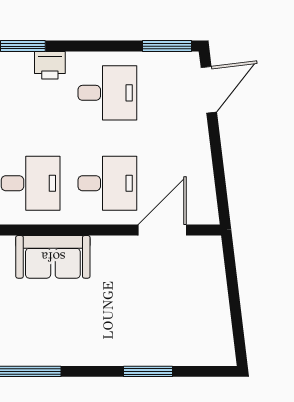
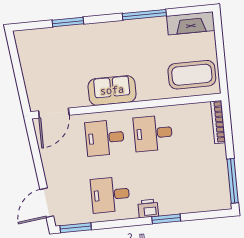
door: (162, 230) -> (54, 113), moved
sofa: (53, 257) -> (112, 90), moved

